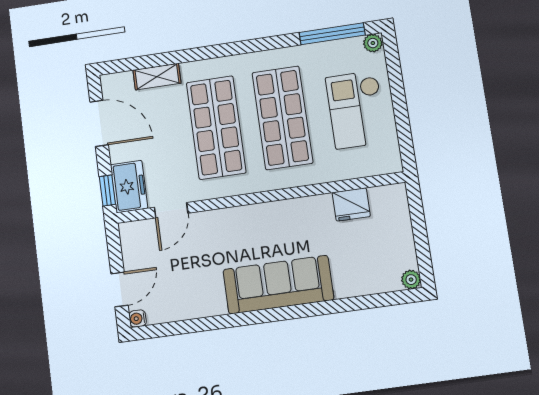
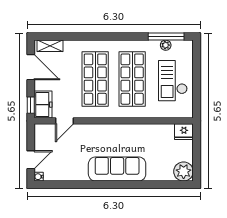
plant: (373, 43) -> (166, 45), moved
shelving: (157, 77) -> (50, 46), moved
fridge: (351, 204) -> (184, 132), moved
plant: (411, 280) -> (184, 171), width x1.87, depth x1.87

